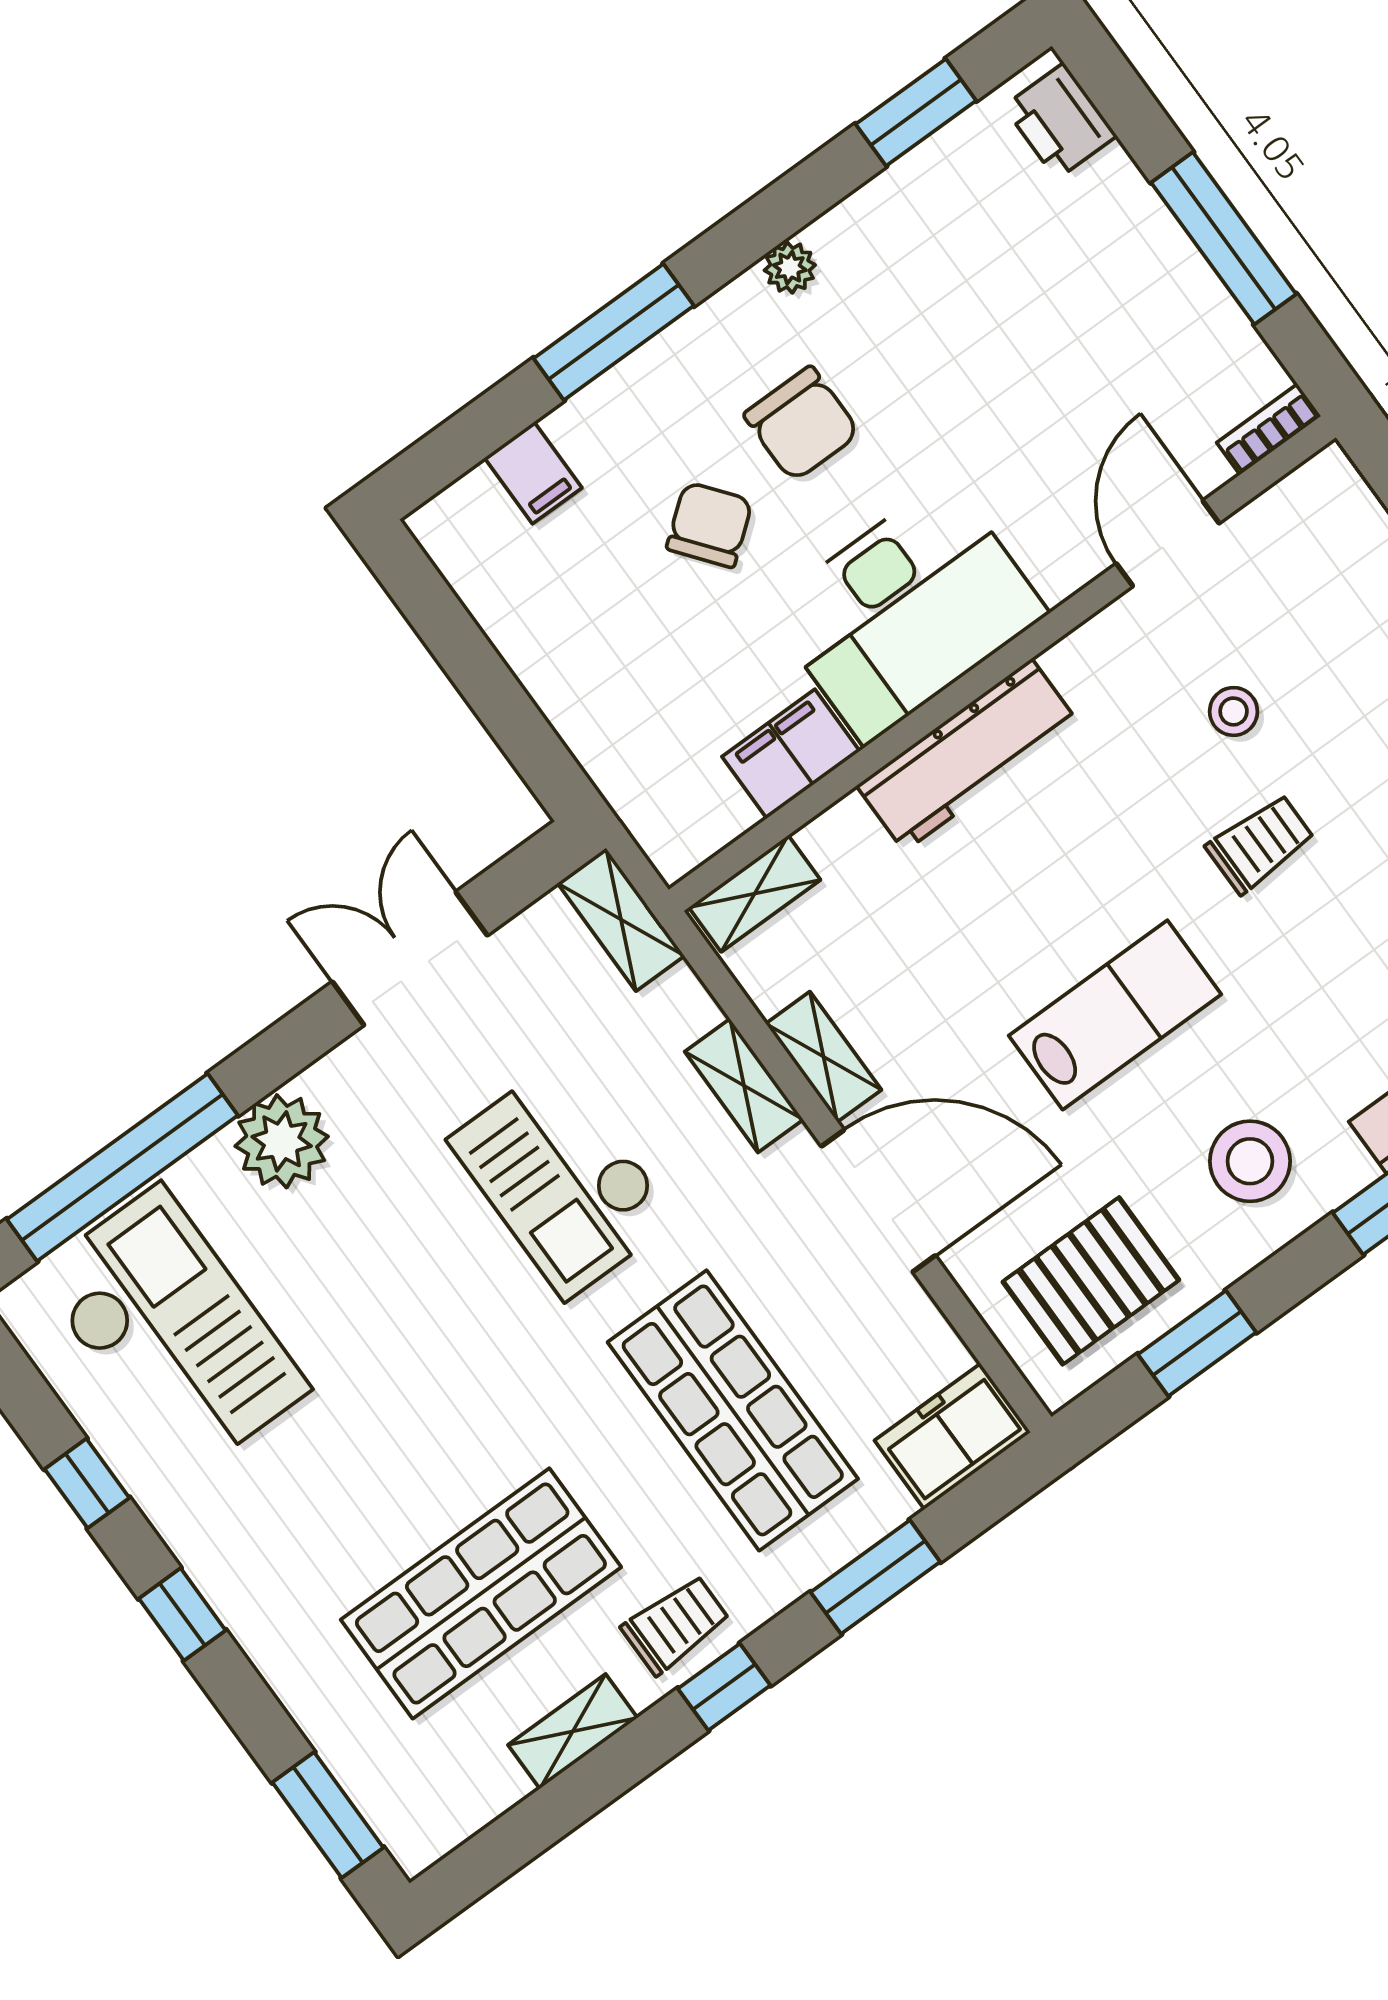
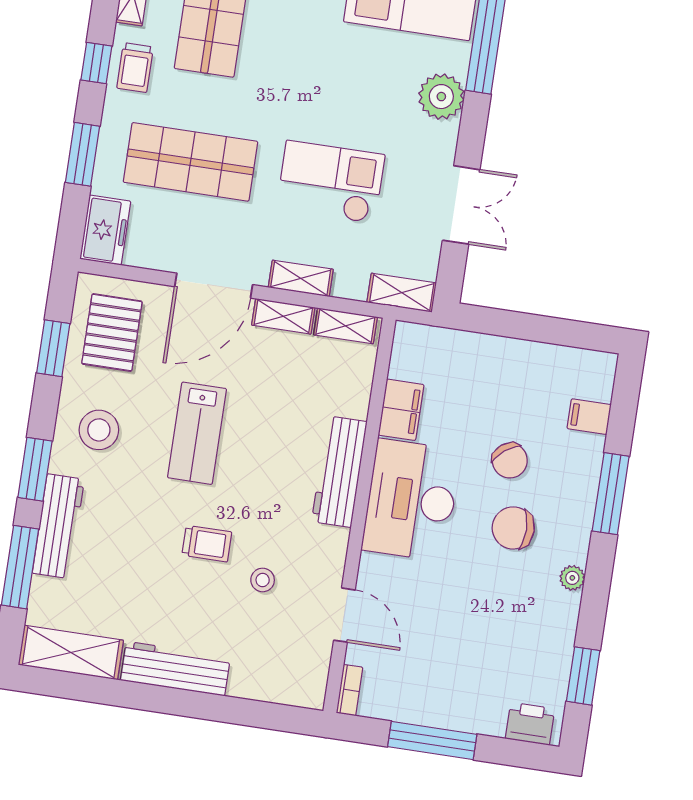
trolley: (1260, 844) -> (207, 544), turned -90
shelving: (755, 894) -> (345, 326), moved, turned 90

